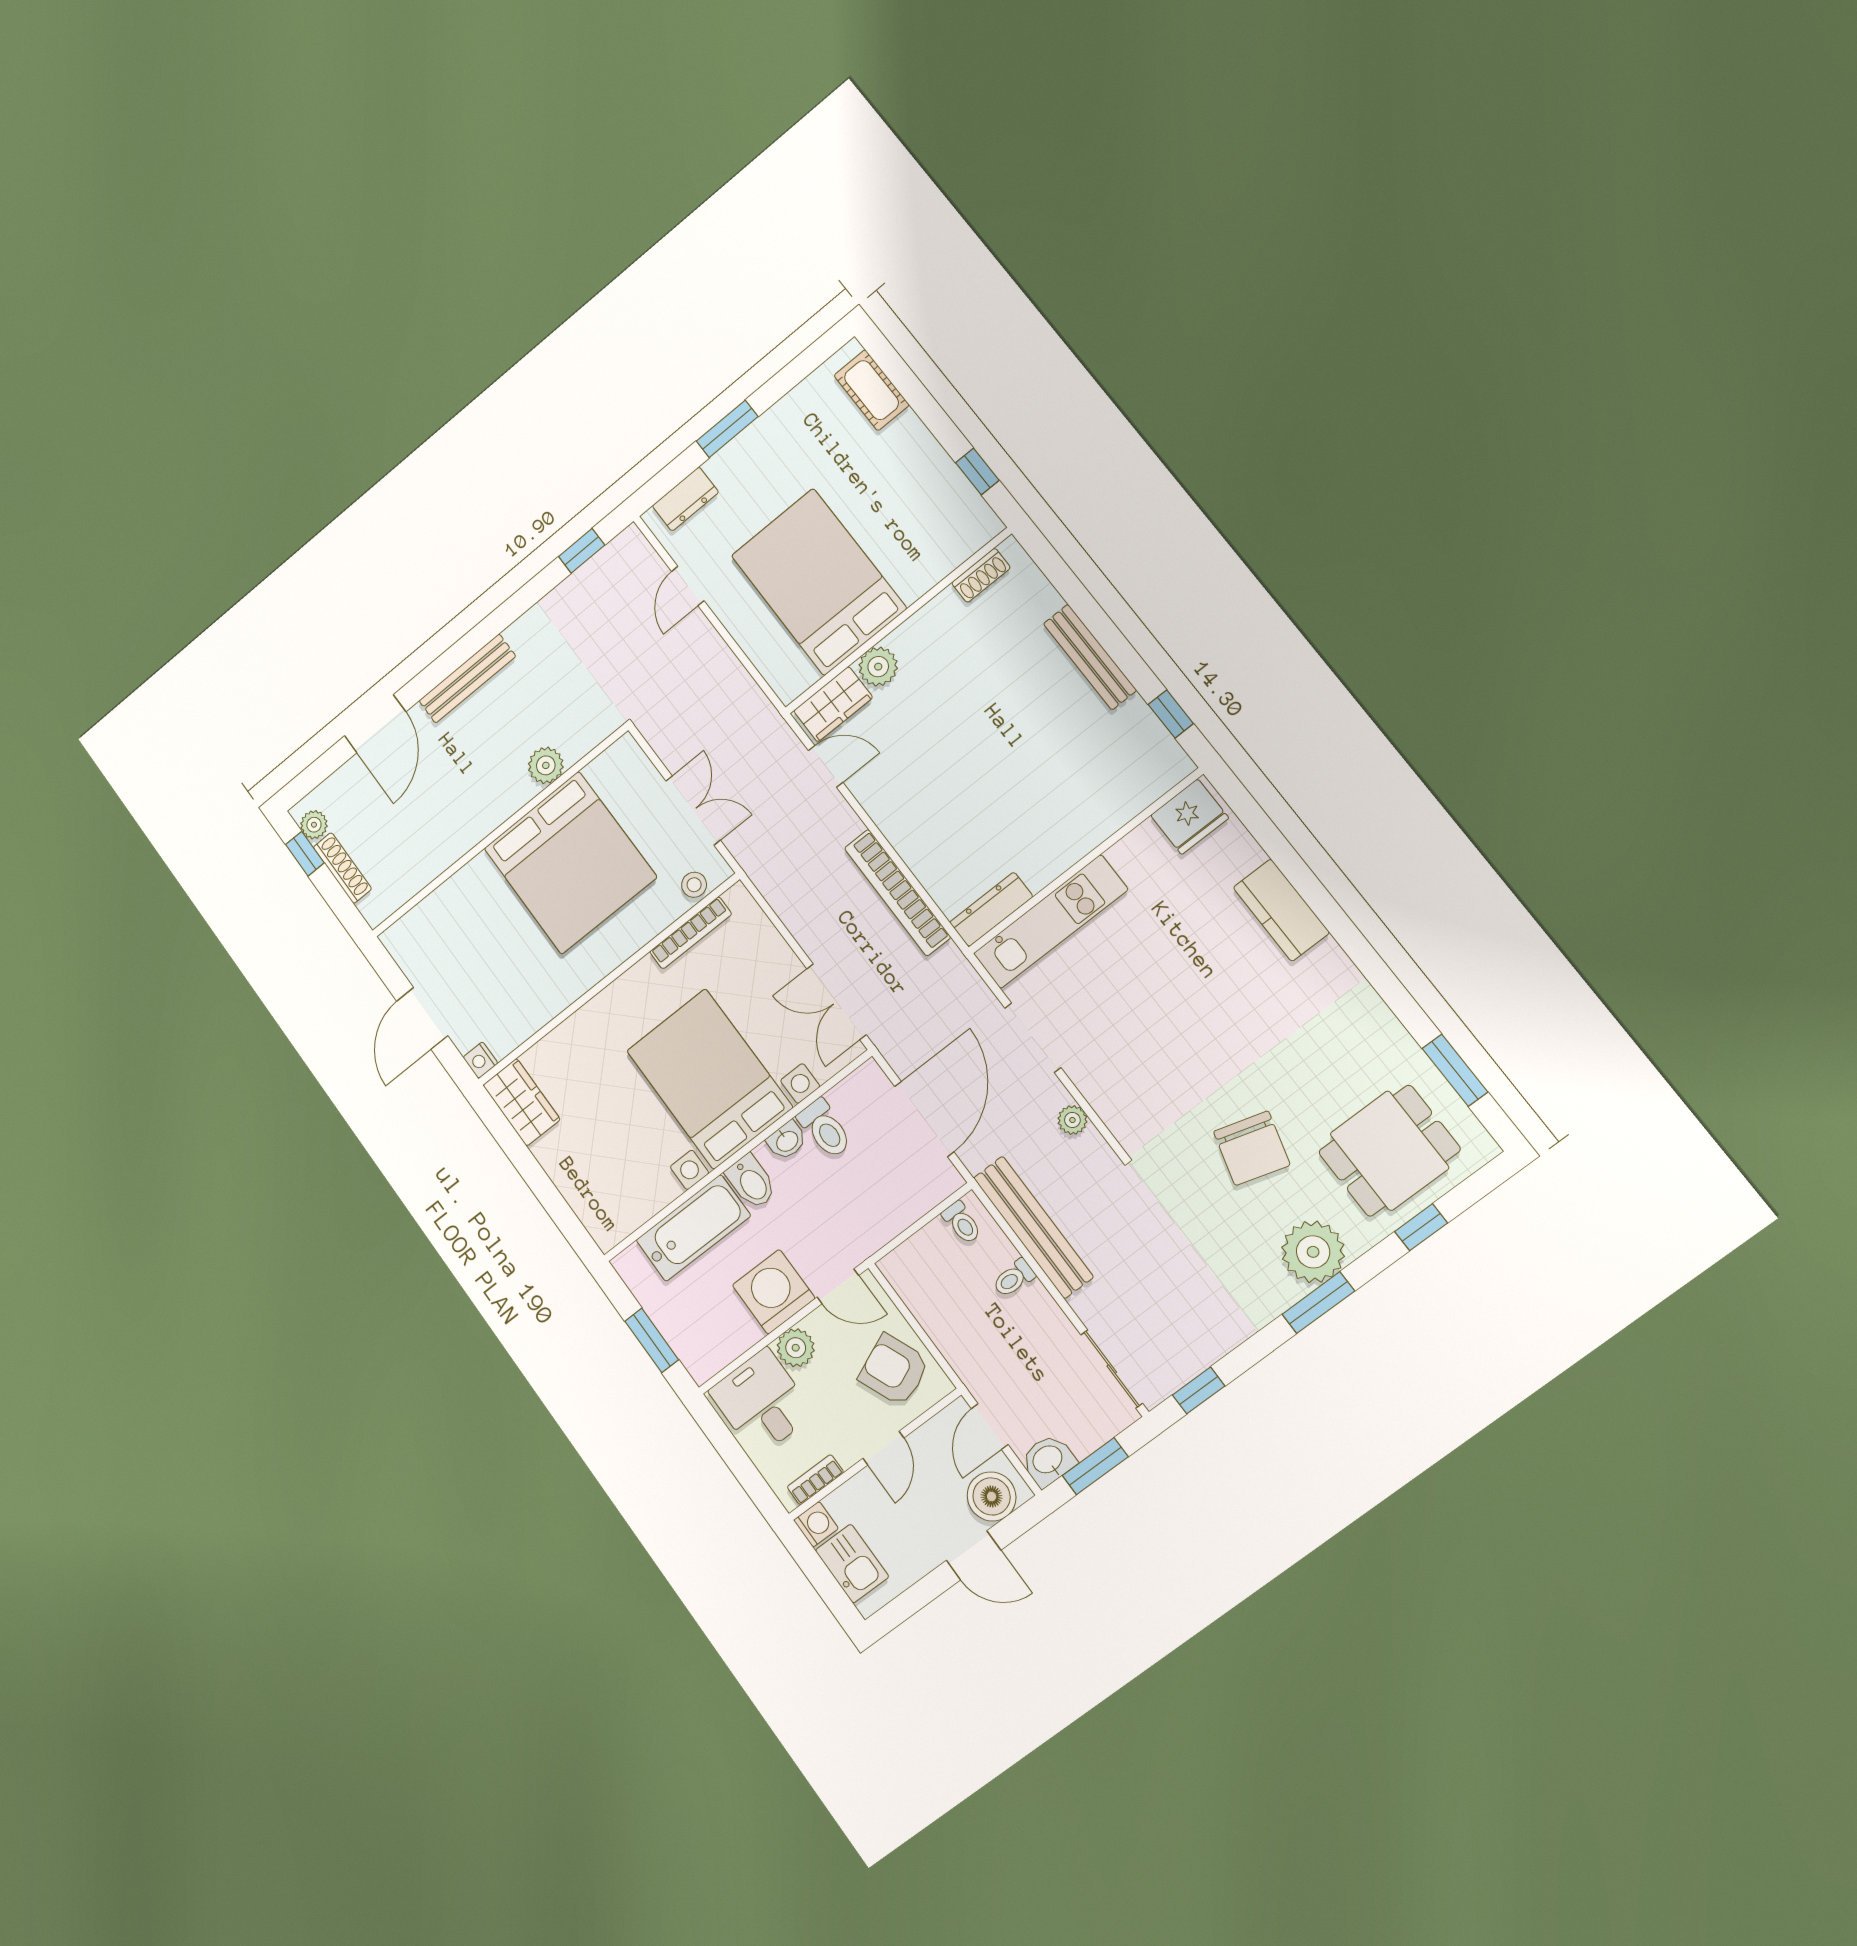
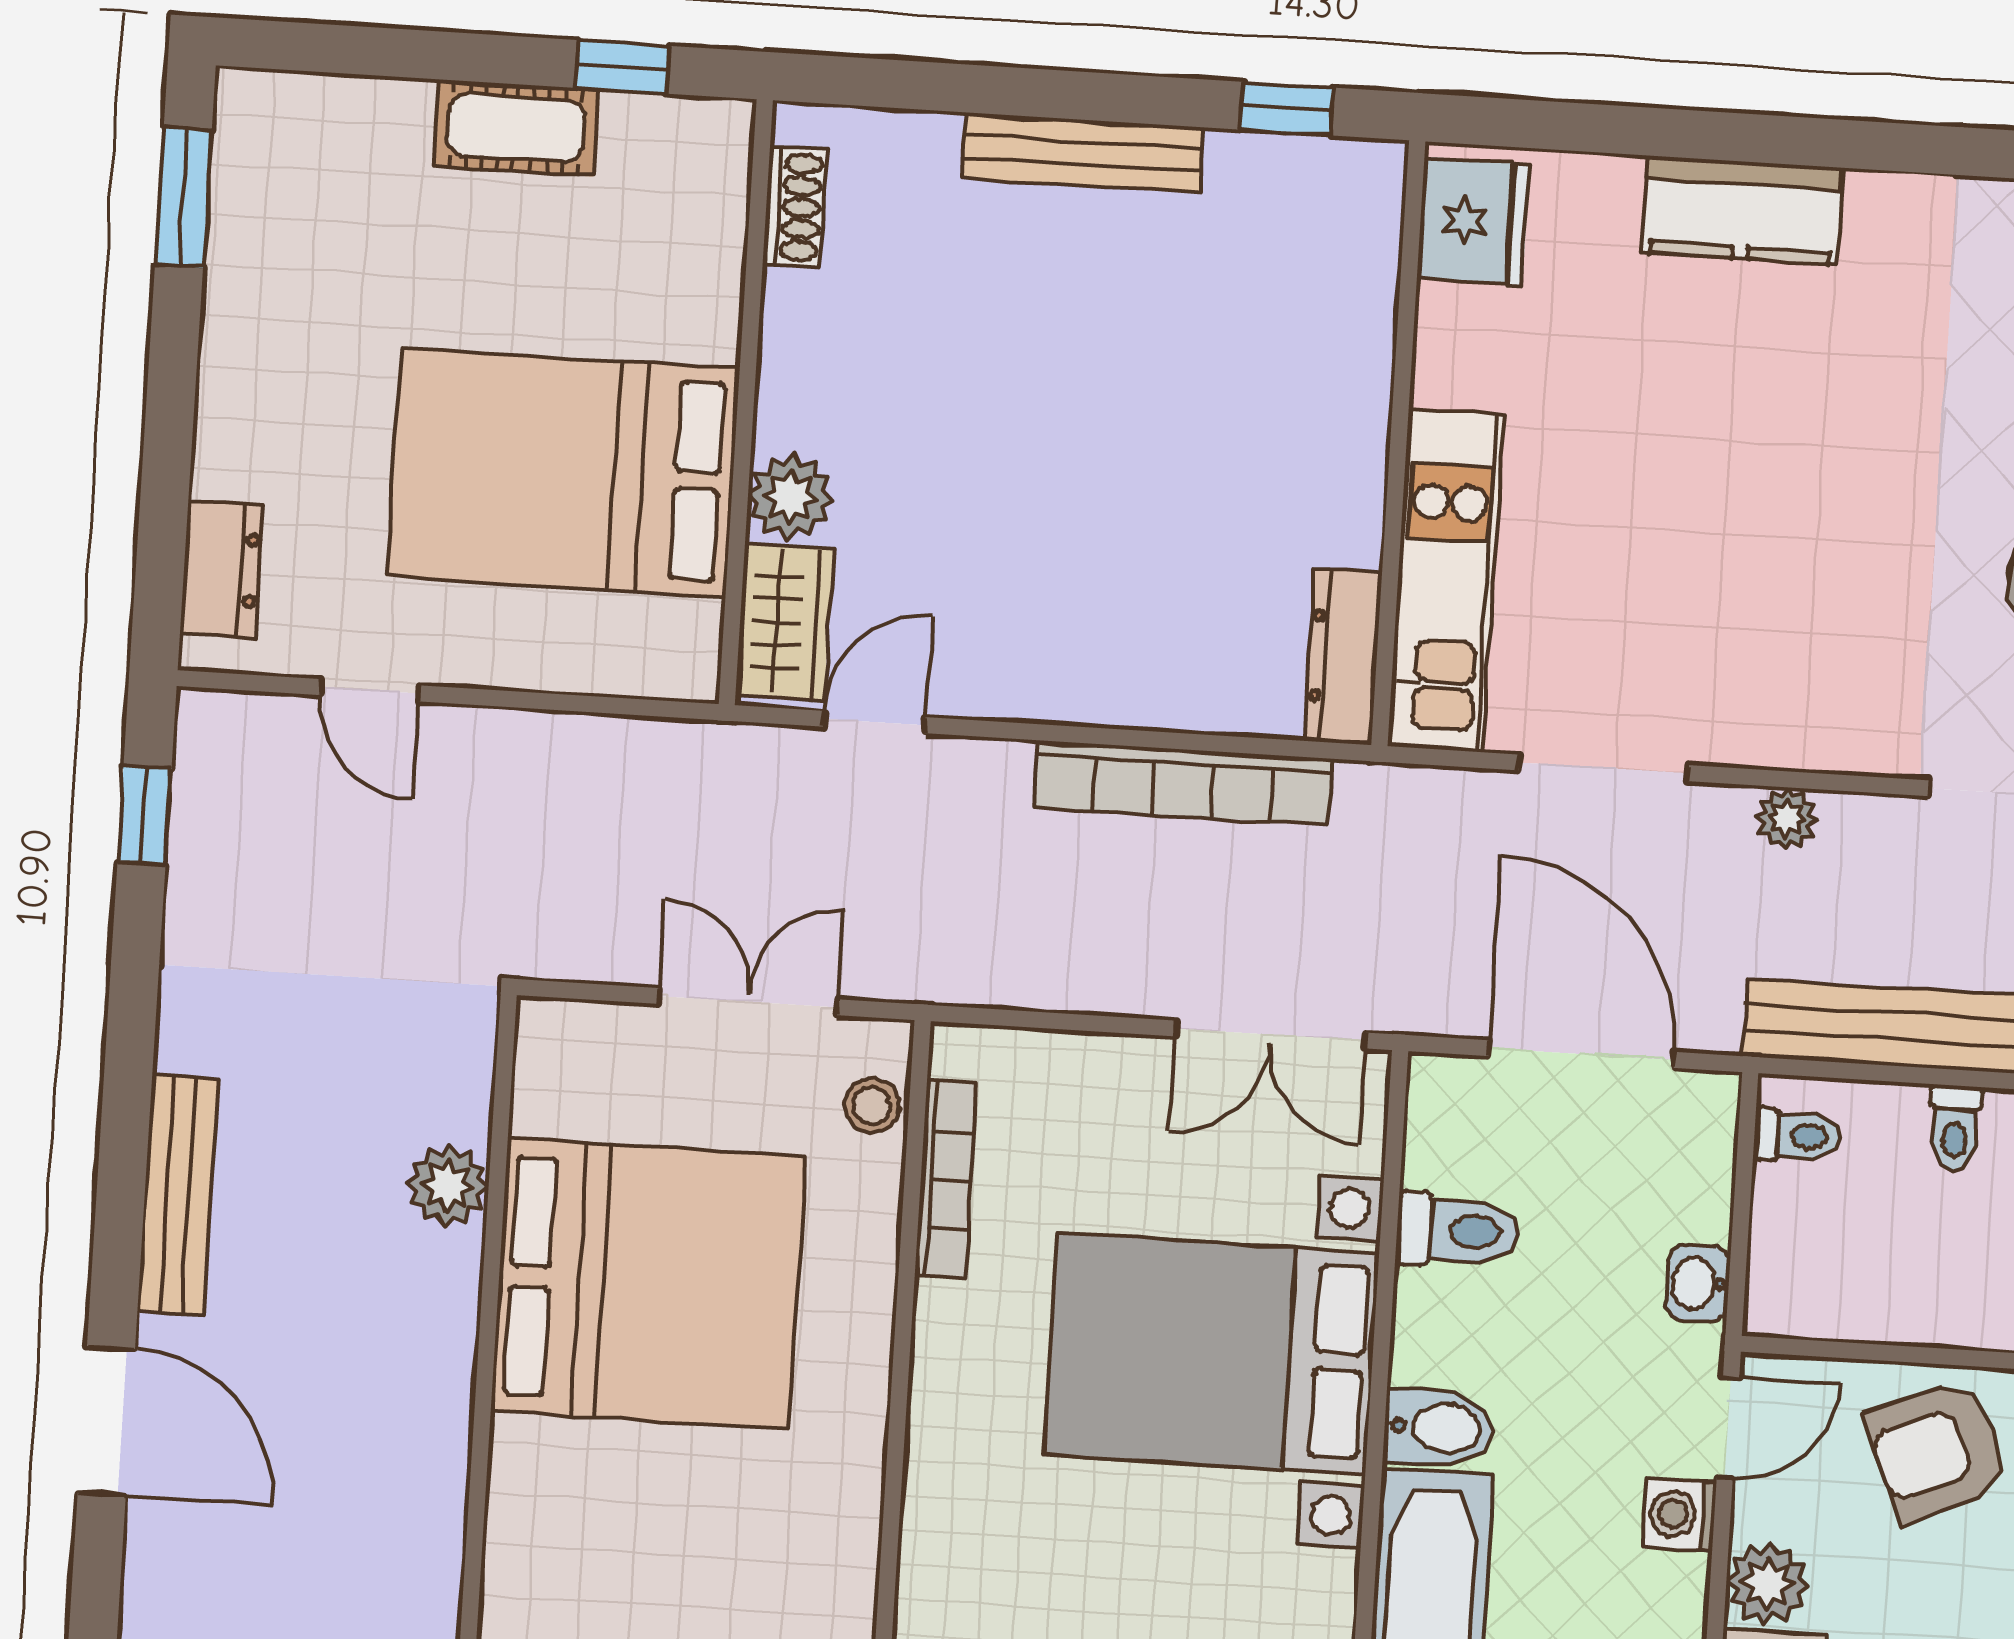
cot: (872, 390) -> (516, 128), moved
window: (727, 429) -> (183, 197), moved
washbasin: (787, 1141) -> (1698, 1283), moved, turned 180
washing machine: (774, 1292) -> (1680, 1514), width x0.53, depth x0.53

